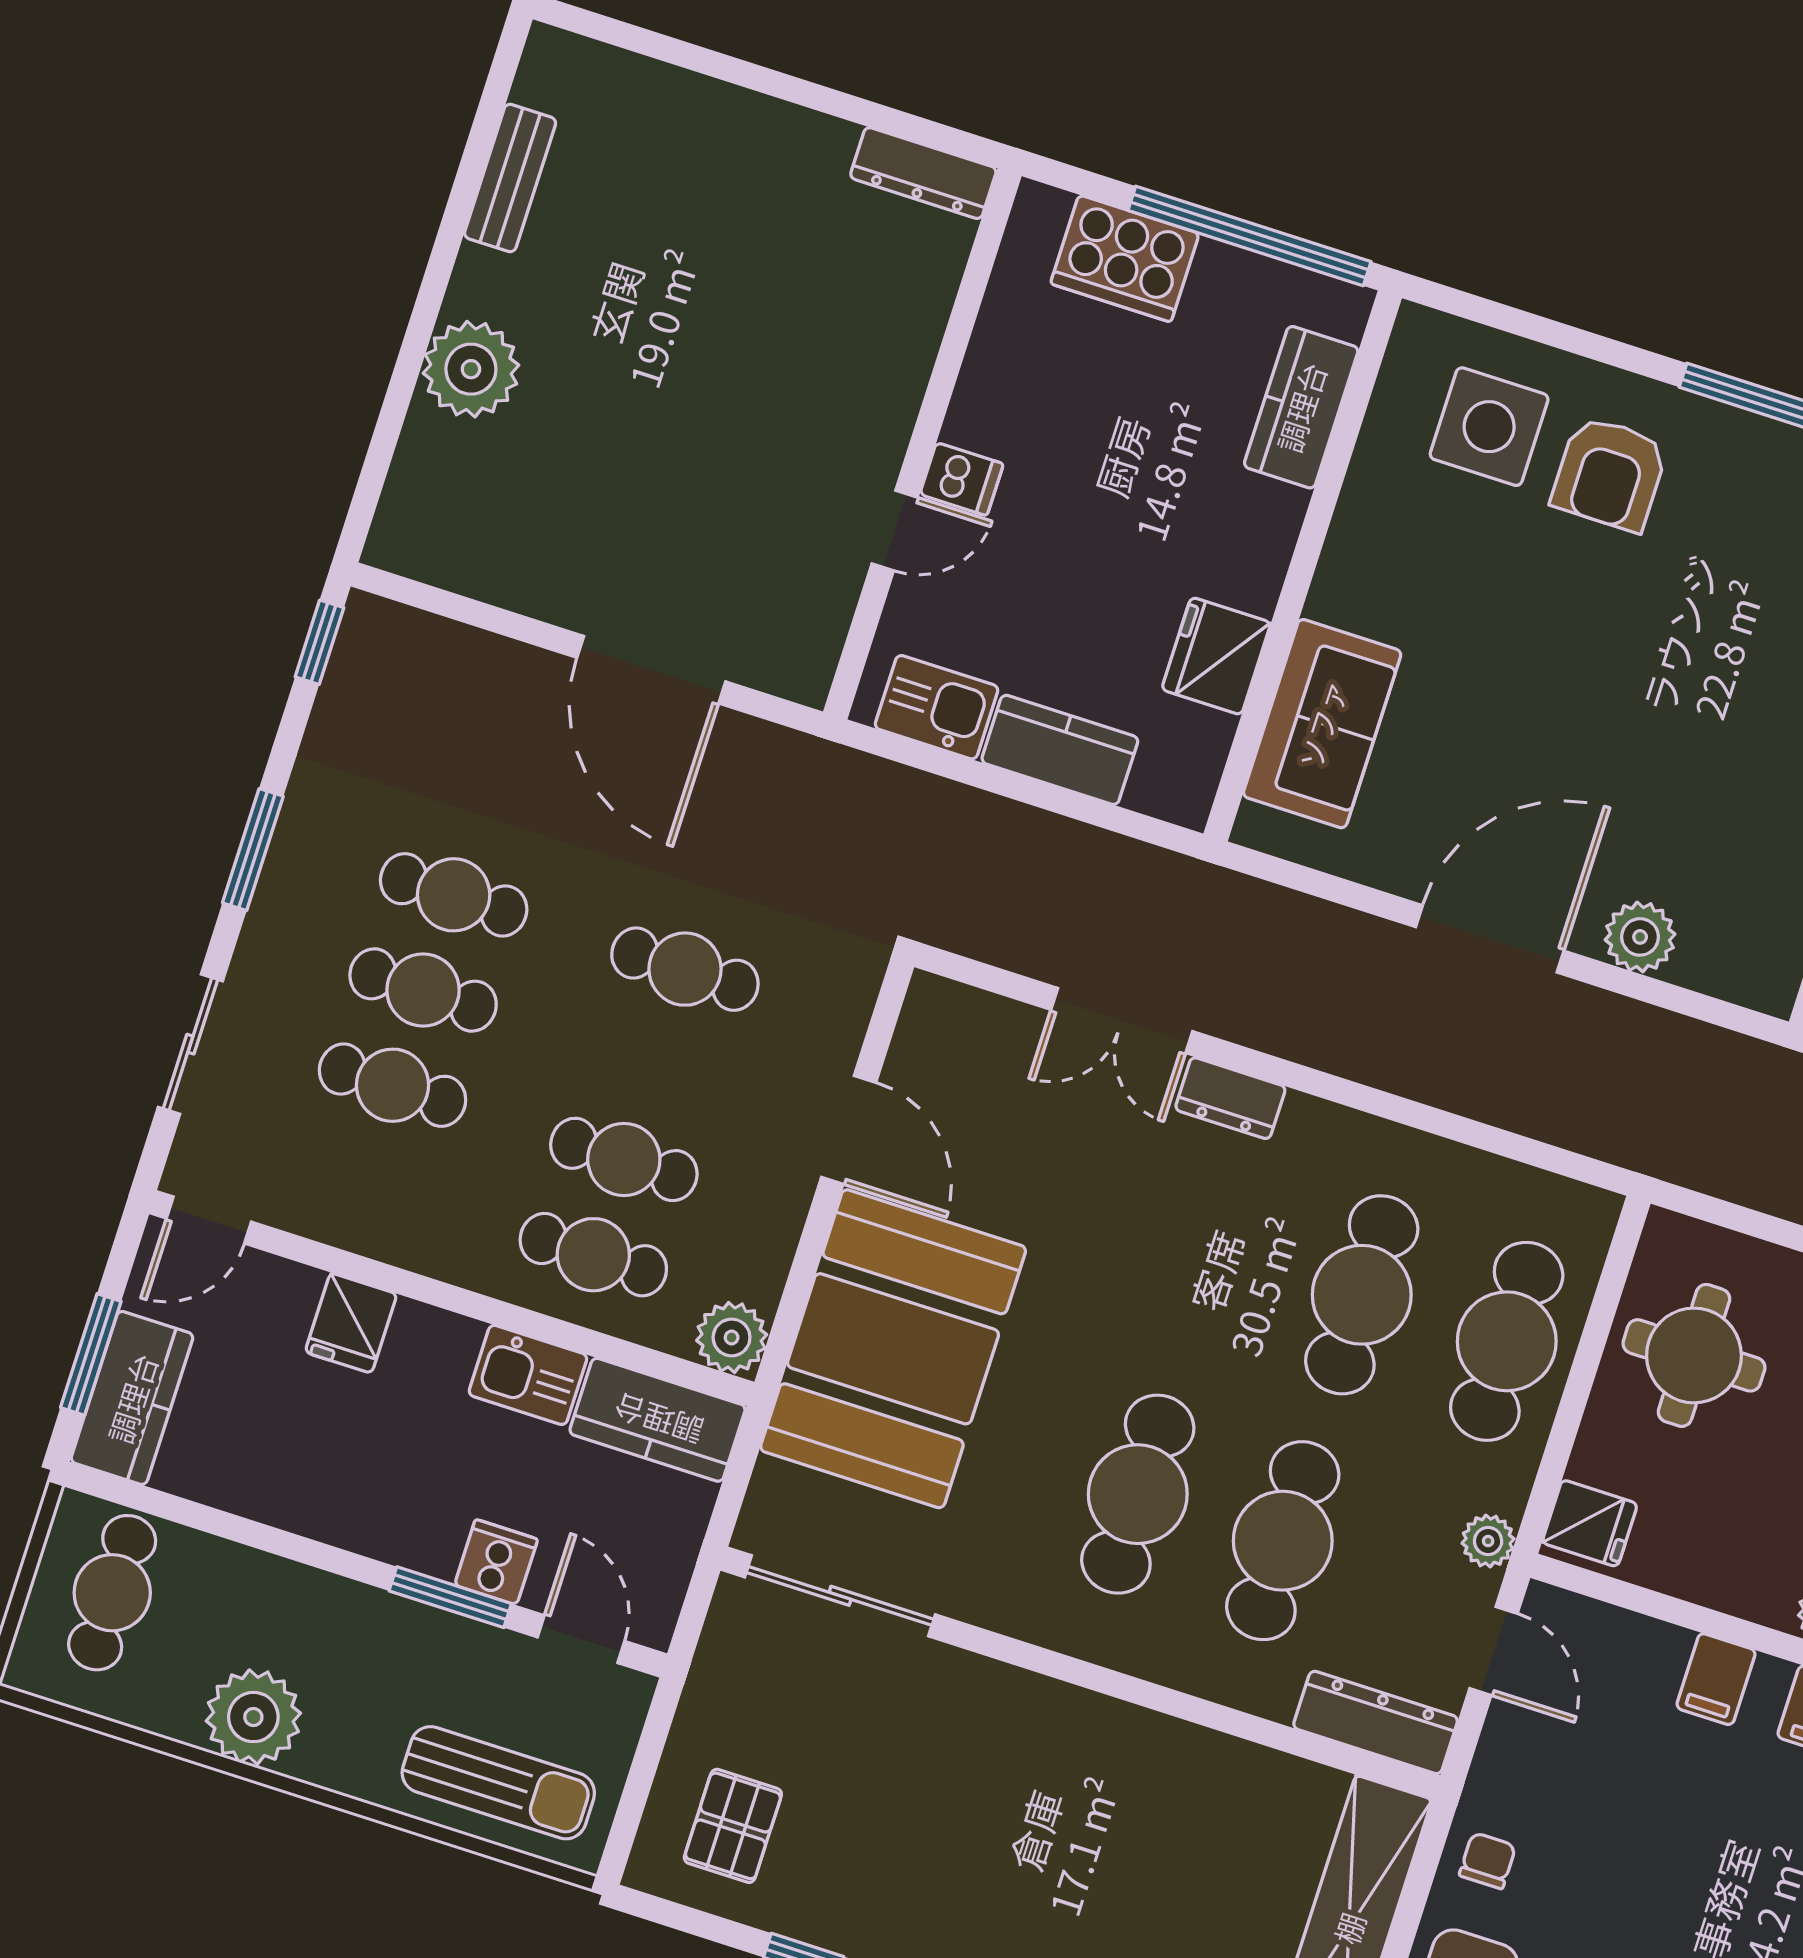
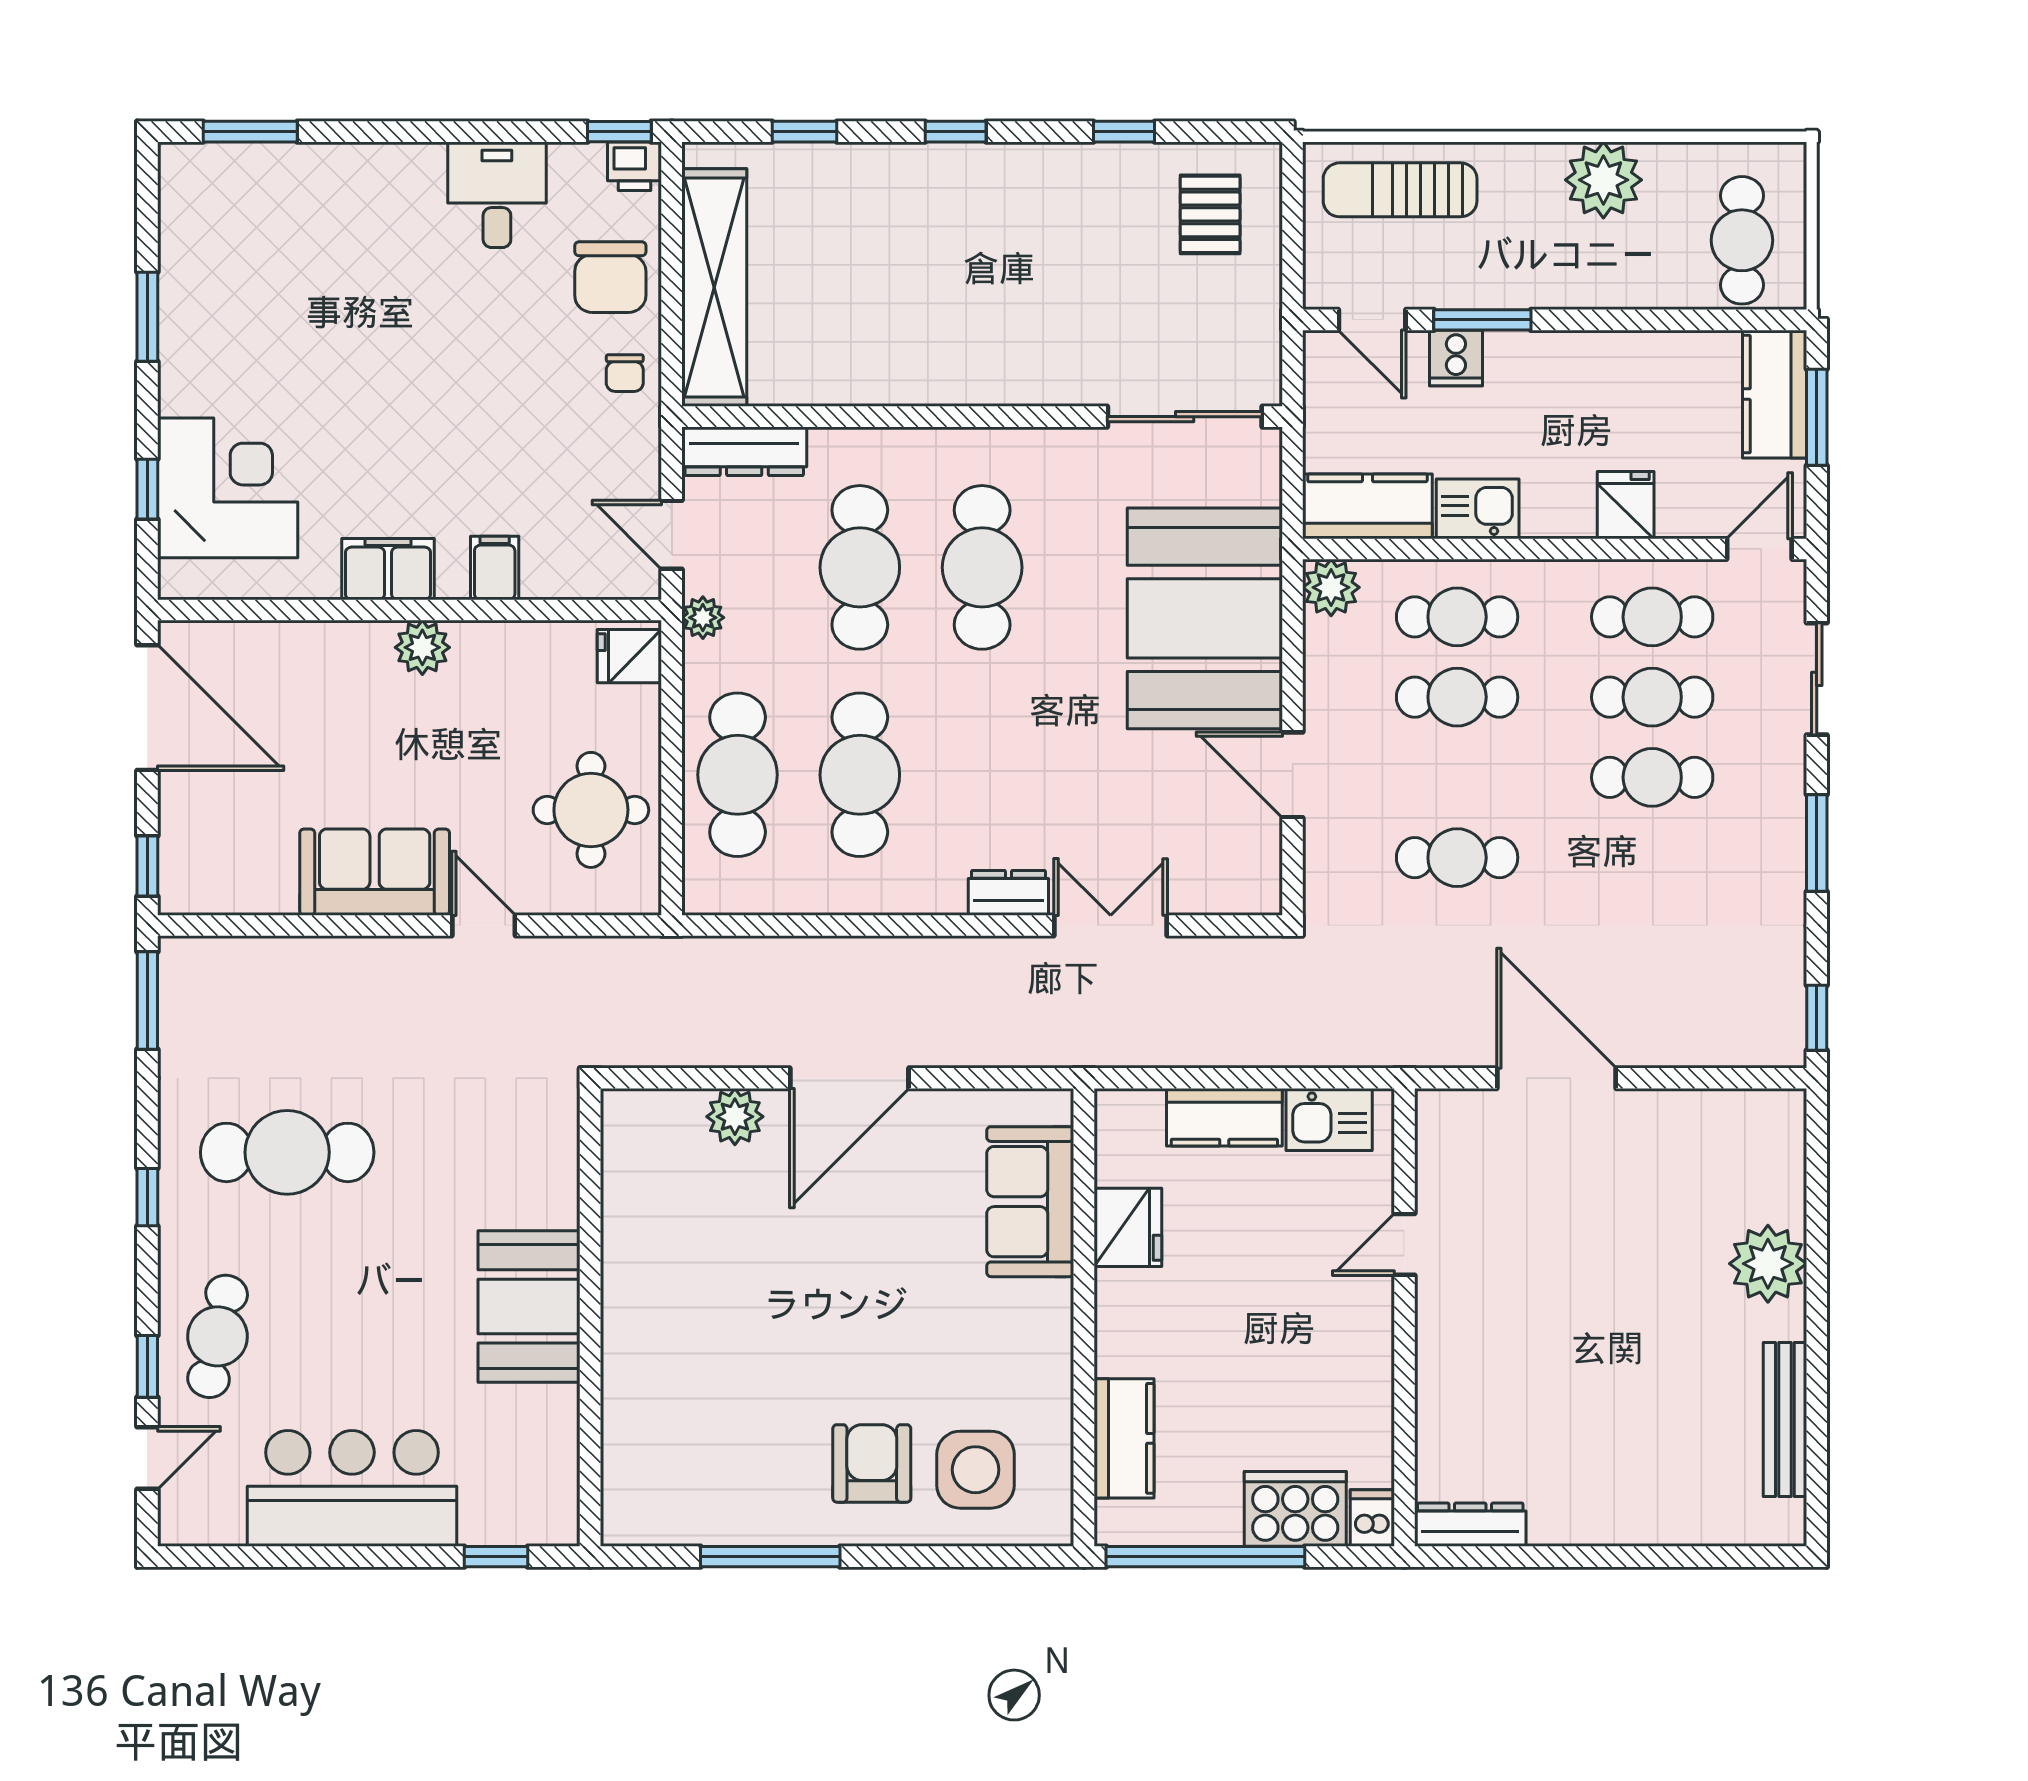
bench: (510, 178) -> (1785, 1419), width x1.36
dishwasher: (962, 479) -> (1372, 1518), moved, turned 90
cafe table: (454, 895) -> (1652, 617), moved

